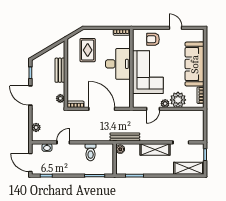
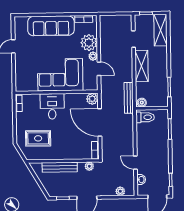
armchair: (153, 39) -> (26, 70), removed
desk: (118, 64) -> (52, 106), width x0.73
bench: (60, 70) -> (60, 167), width x1.36
plant: (124, 102) -> (92, 99), added
door: (102, 109) -> (100, 123), hinge flipped
toilet: (91, 152) -> (145, 117), moved

